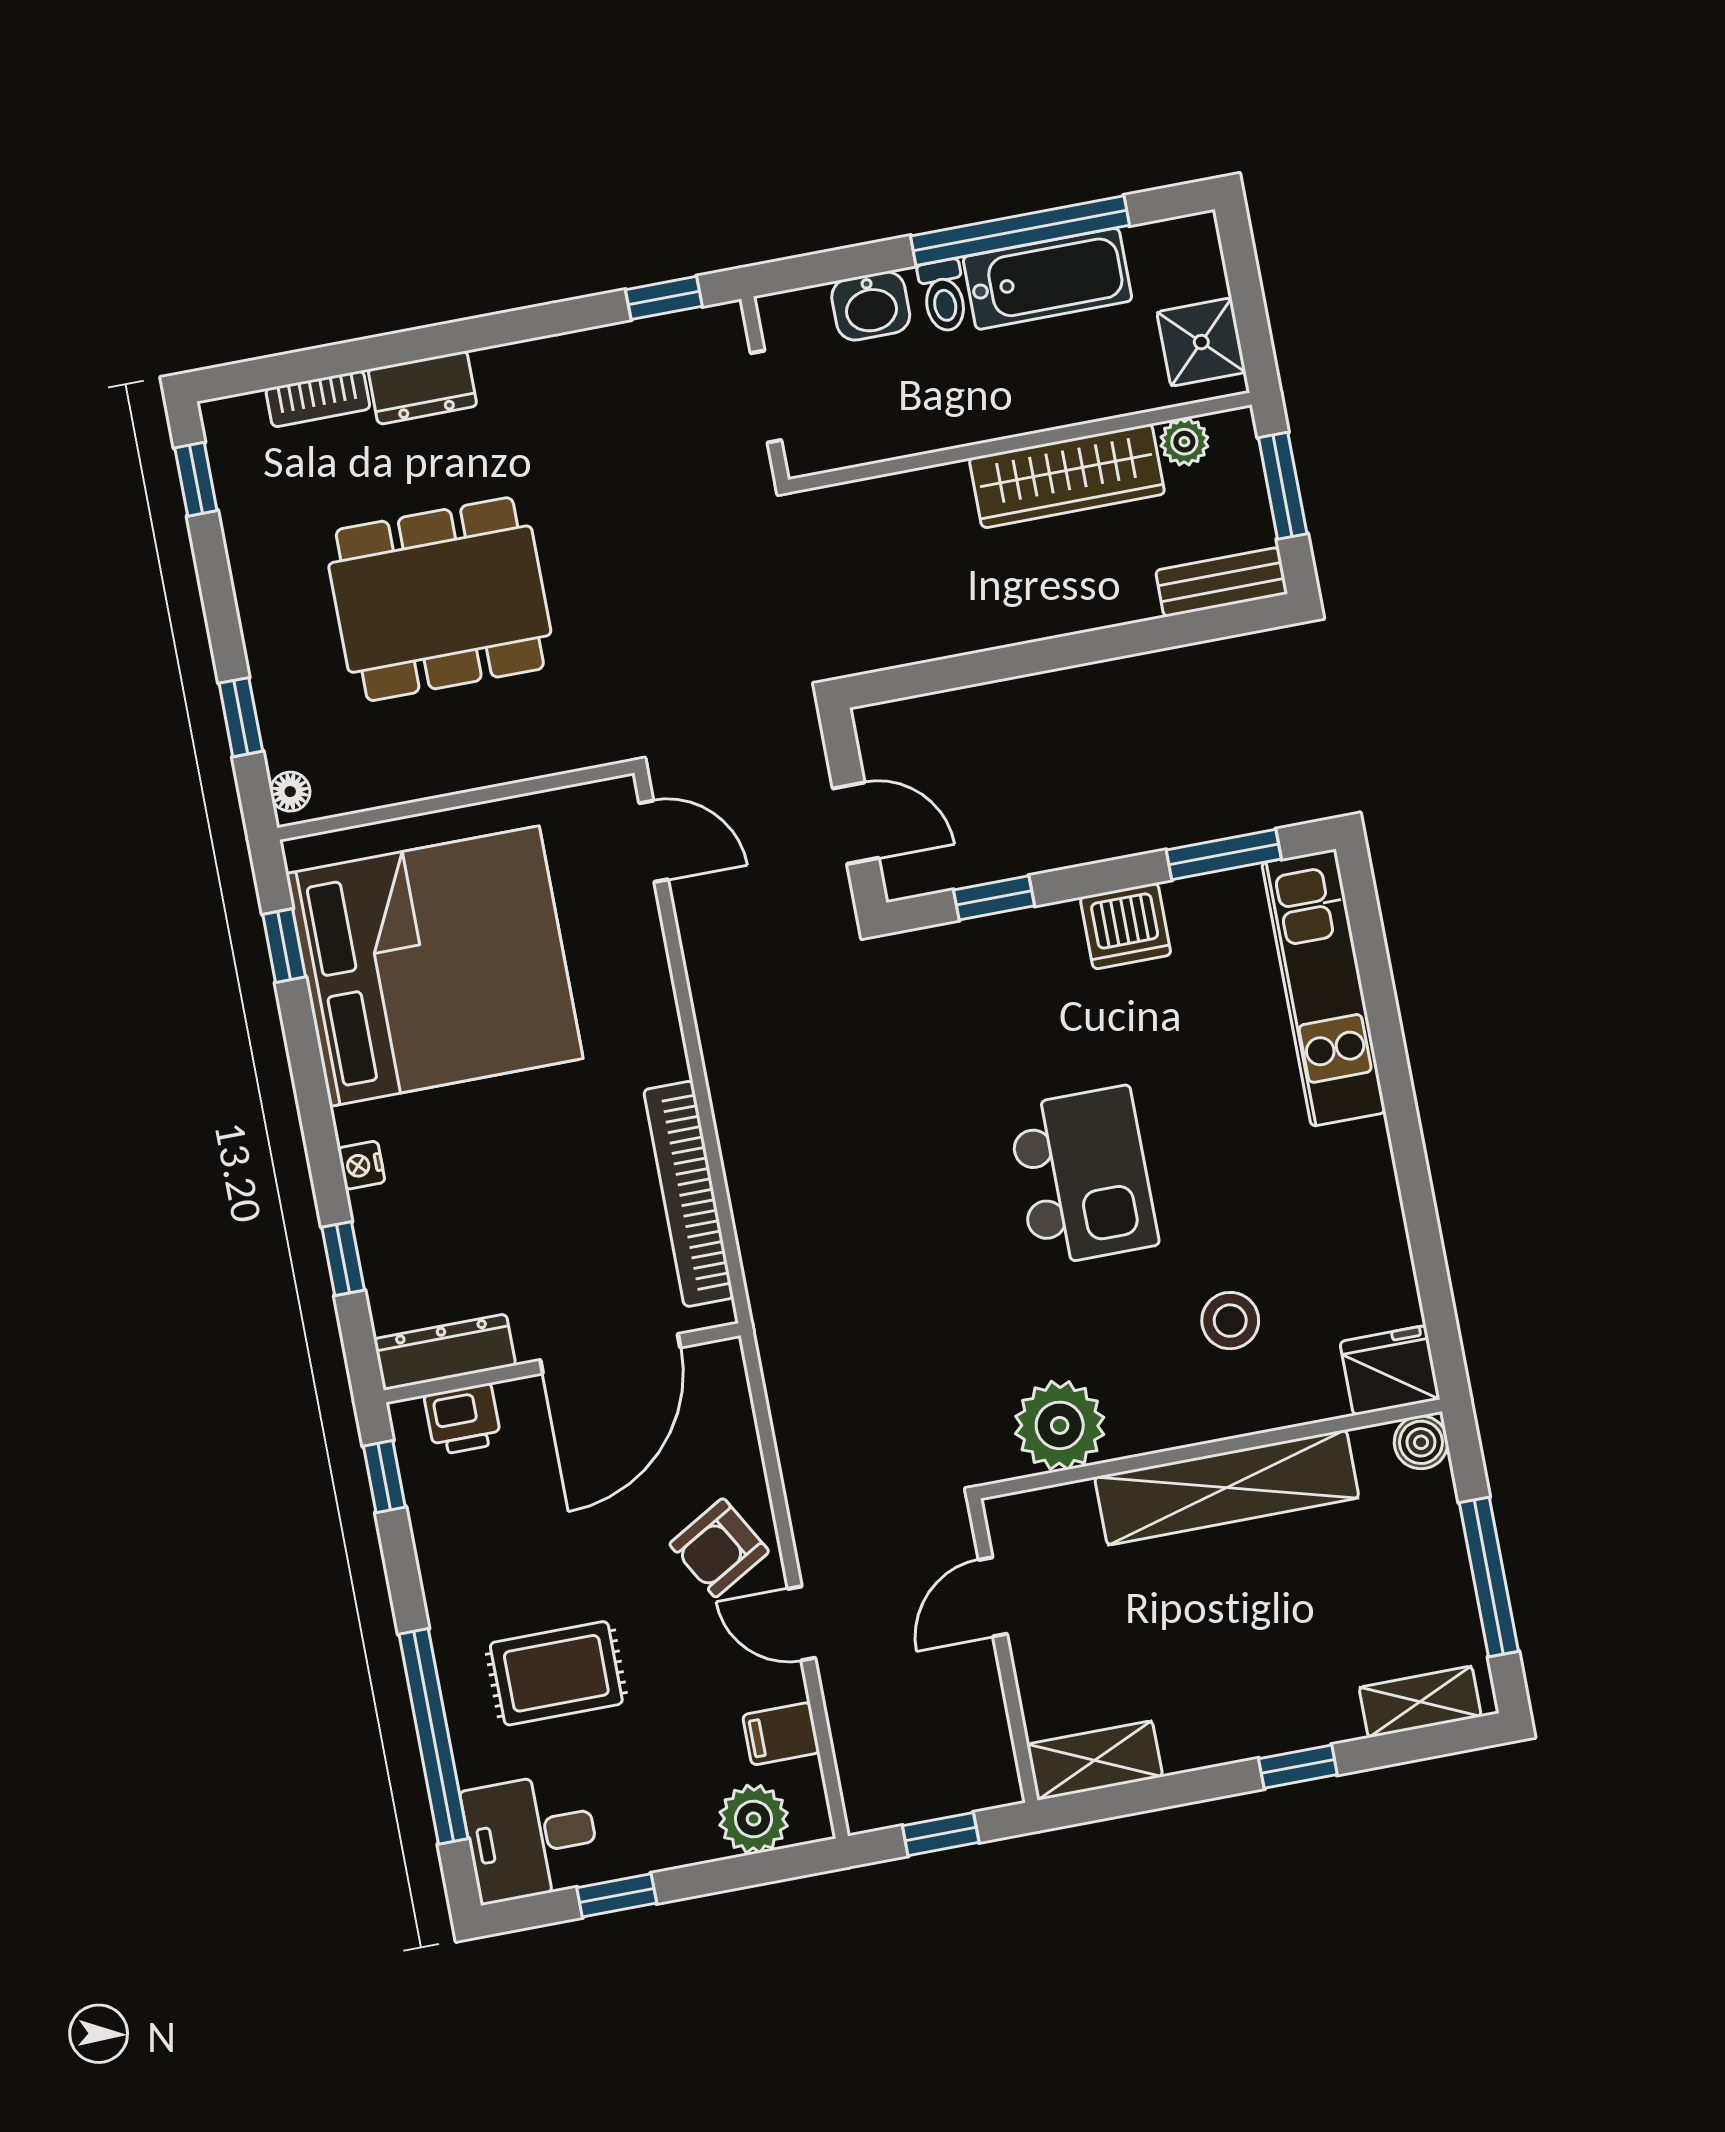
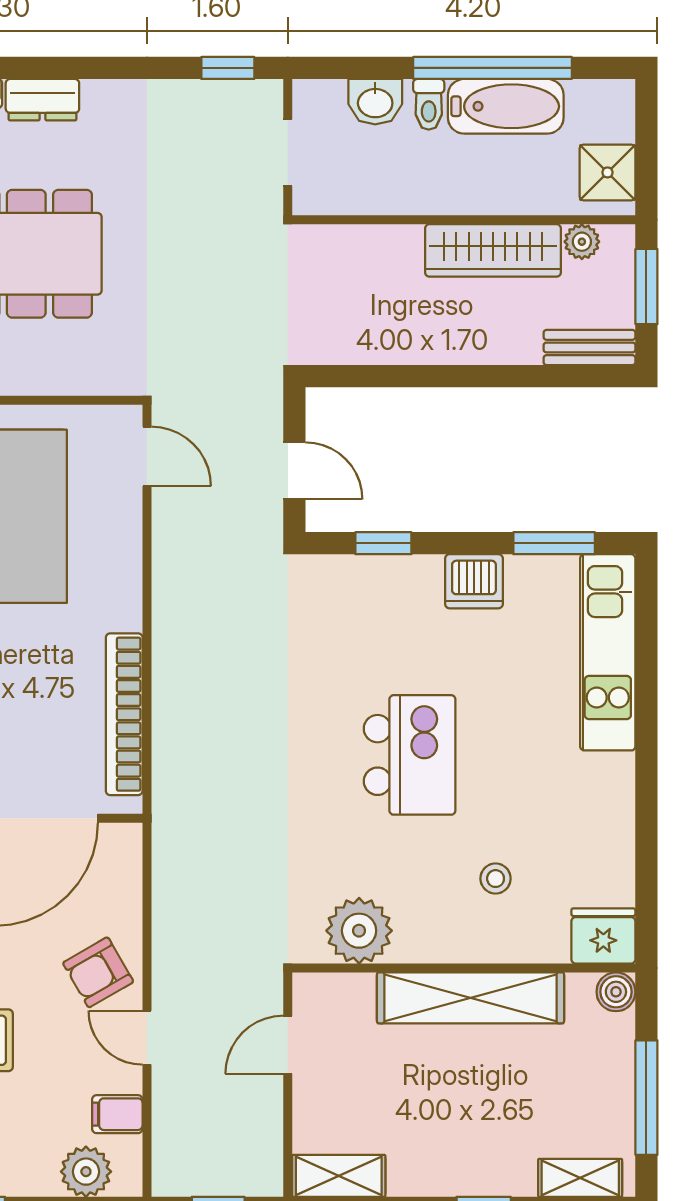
stool: (1230, 1321) -> (496, 879), width x0.73, depth x0.73

